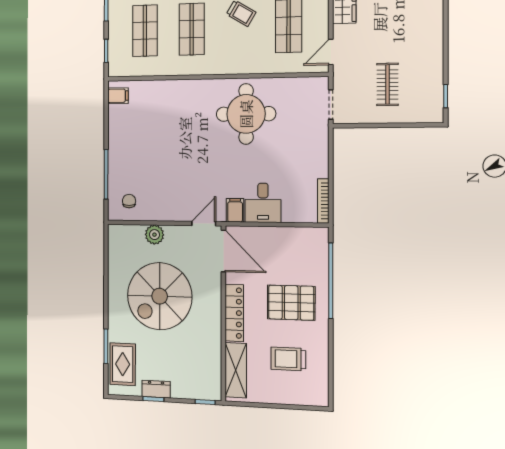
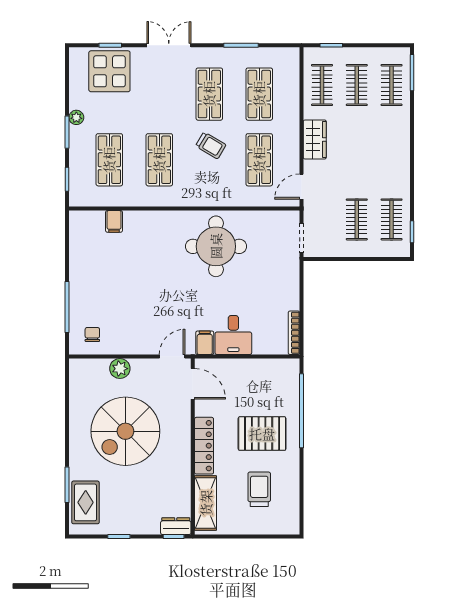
clothes rail: (424, 84) -> (392, 219), added
filing cabinet: (118, 96) -> (114, 221), moved, turned 90
door: (223, 251) -> (193, 384), width x0.73
trolley: (288, 359) -> (259, 489), turned 90
dresser: (156, 389) -> (176, 526), moved

